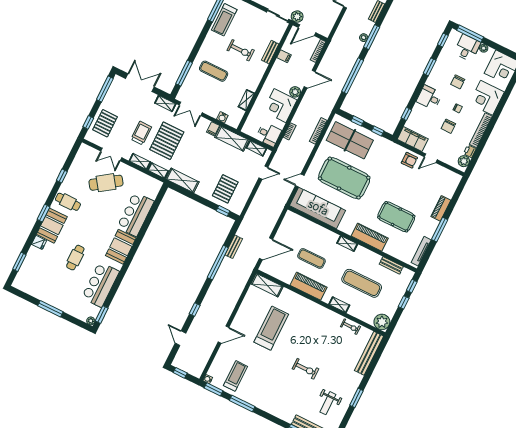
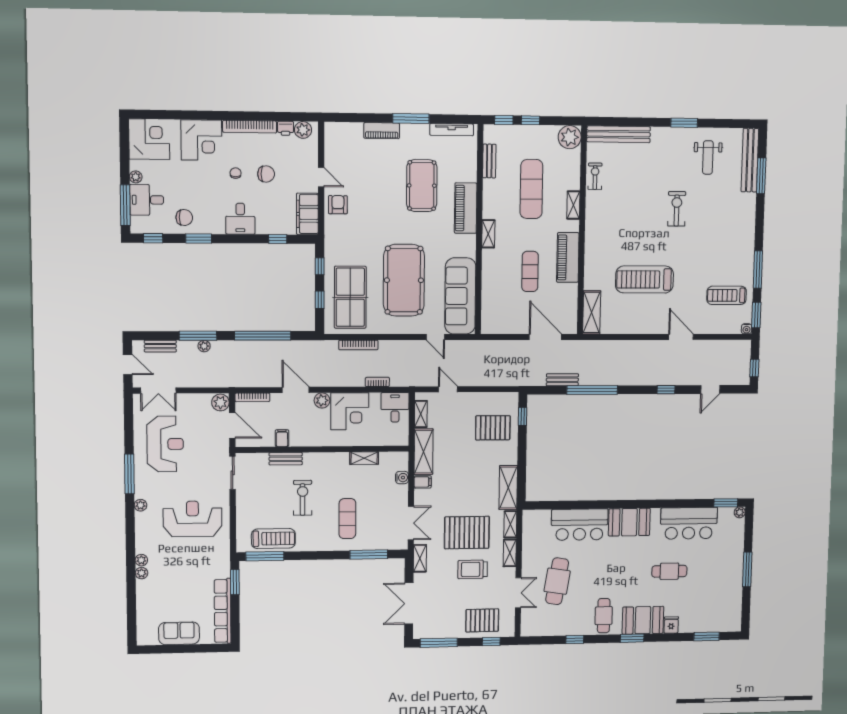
plant: (297, 17) -> (220, 402), moved
chair: (458, 82) -> (184, 218), moved
cafe table: (106, 183) -> (557, 581), turned 44
weight bench: (328, 403) -> (708, 157), turned 90

